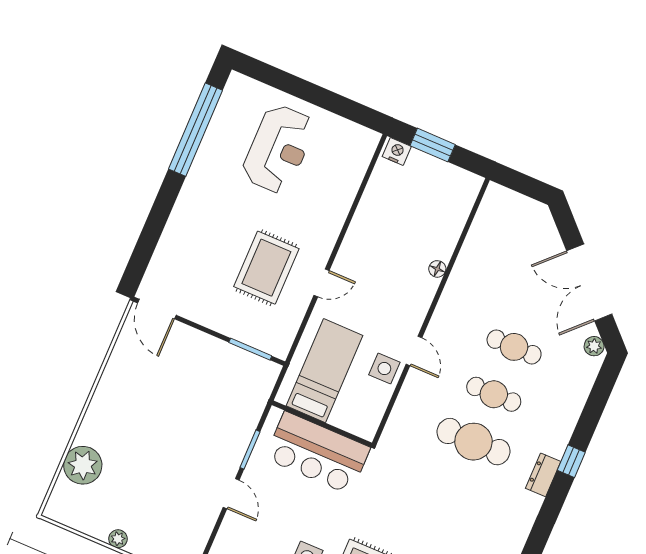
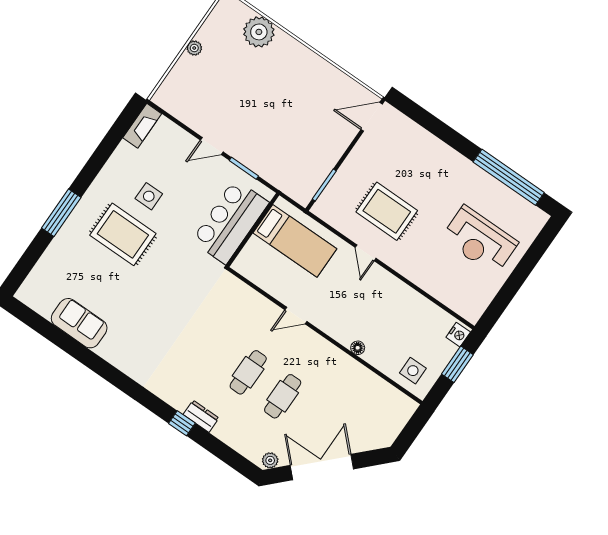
side table: (384, 369) -> (413, 371), moved
cafe table: (473, 442) -> (214, 348), removed
dresser: (543, 475) -> (201, 416), moved

